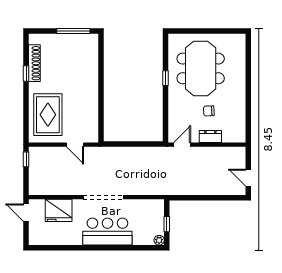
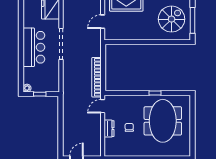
spiral stairs: (72, 57) -> (172, 19), added
meeting table: (201, 68) -> (163, 121), turned 90
door: (182, 145) -> (103, 106), swing flipped
bookcase: (145, 152) -> (96, 77), added

